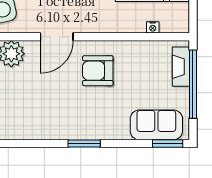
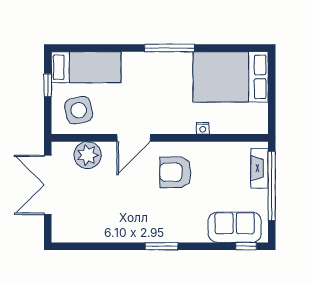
nightstand: (153, 27) -> (203, 128), moved
window: (168, 144) -> (246, 246), width x0.67

